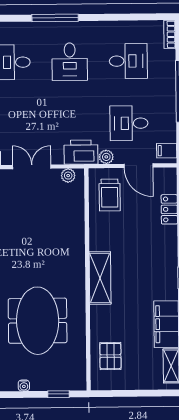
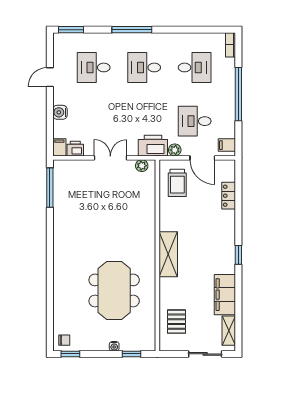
desk: (70, 62) -> (144, 67), turned 90
water cooler: (24, 386) -> (114, 346), moved
sliding door: (144, 393) -> (205, 354), added

